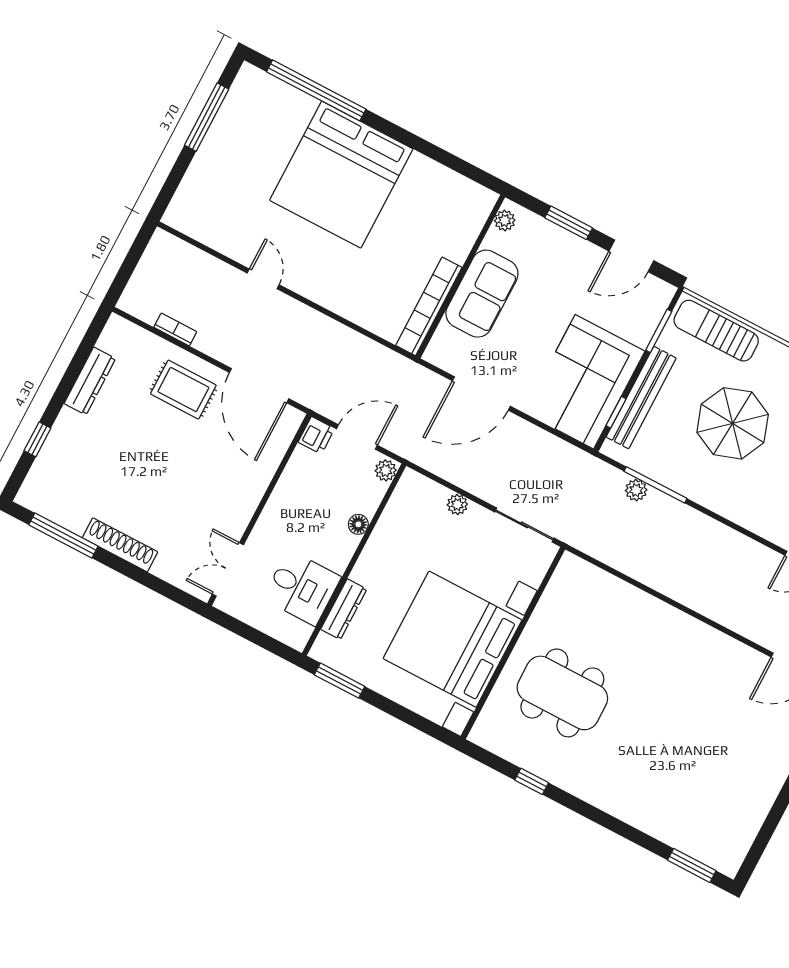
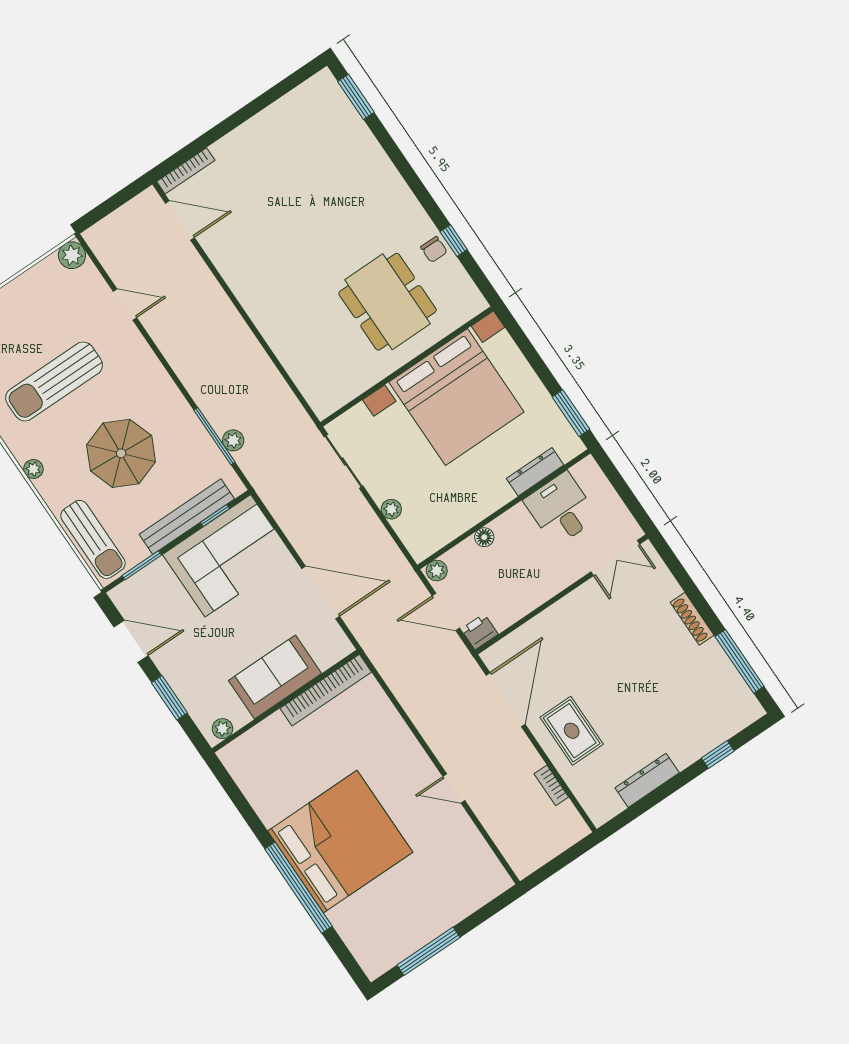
window: (316, 90) -> (298, 888), moved
door: (263, 279) -> (454, 788), hinge flipped
shoe rack: (120, 545) -> (692, 619), width x0.74, depth x0.81
chair: (545, 764) -> (434, 249), added

